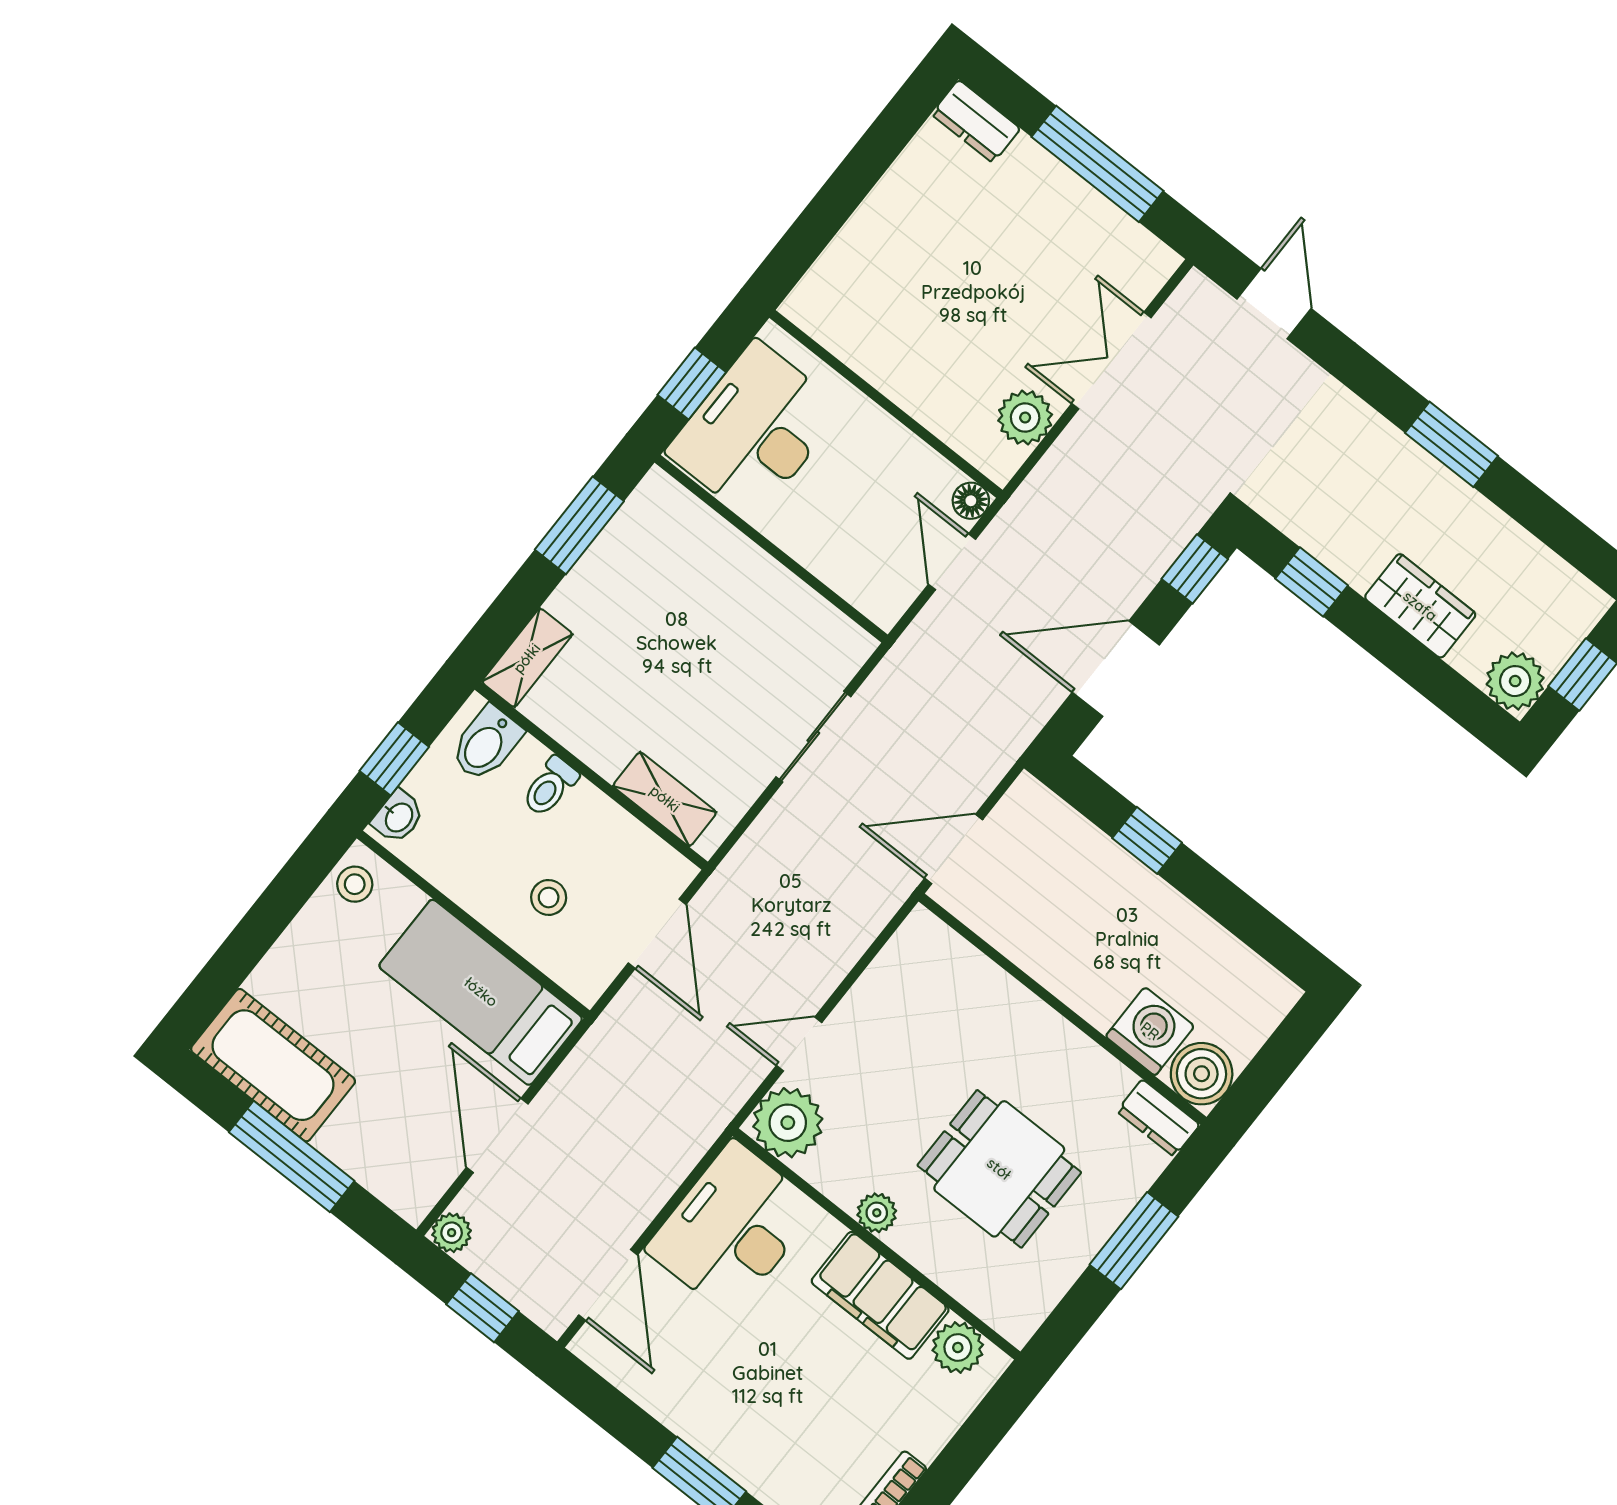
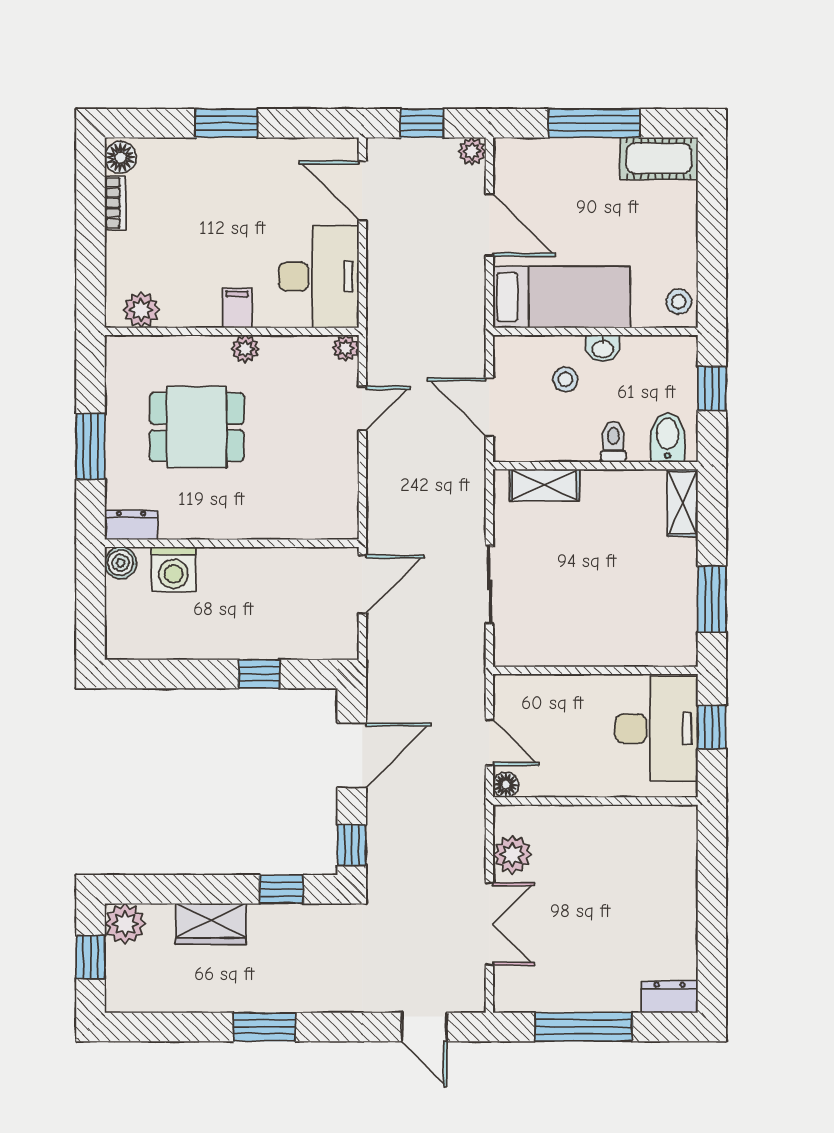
washbasin: (398, 817) -> (603, 348), moved, turned -90
cot: (273, 1065) -> (659, 158), width x0.73, depth x0.75
boiler: (1202, 1074) -> (121, 563), width x0.73, depth x0.73
plant: (788, 1123) -> (346, 348), width x0.53, depth x0.53
filing cabinet: (880, 1295) -> (237, 308), width x0.33, depth x0.86

